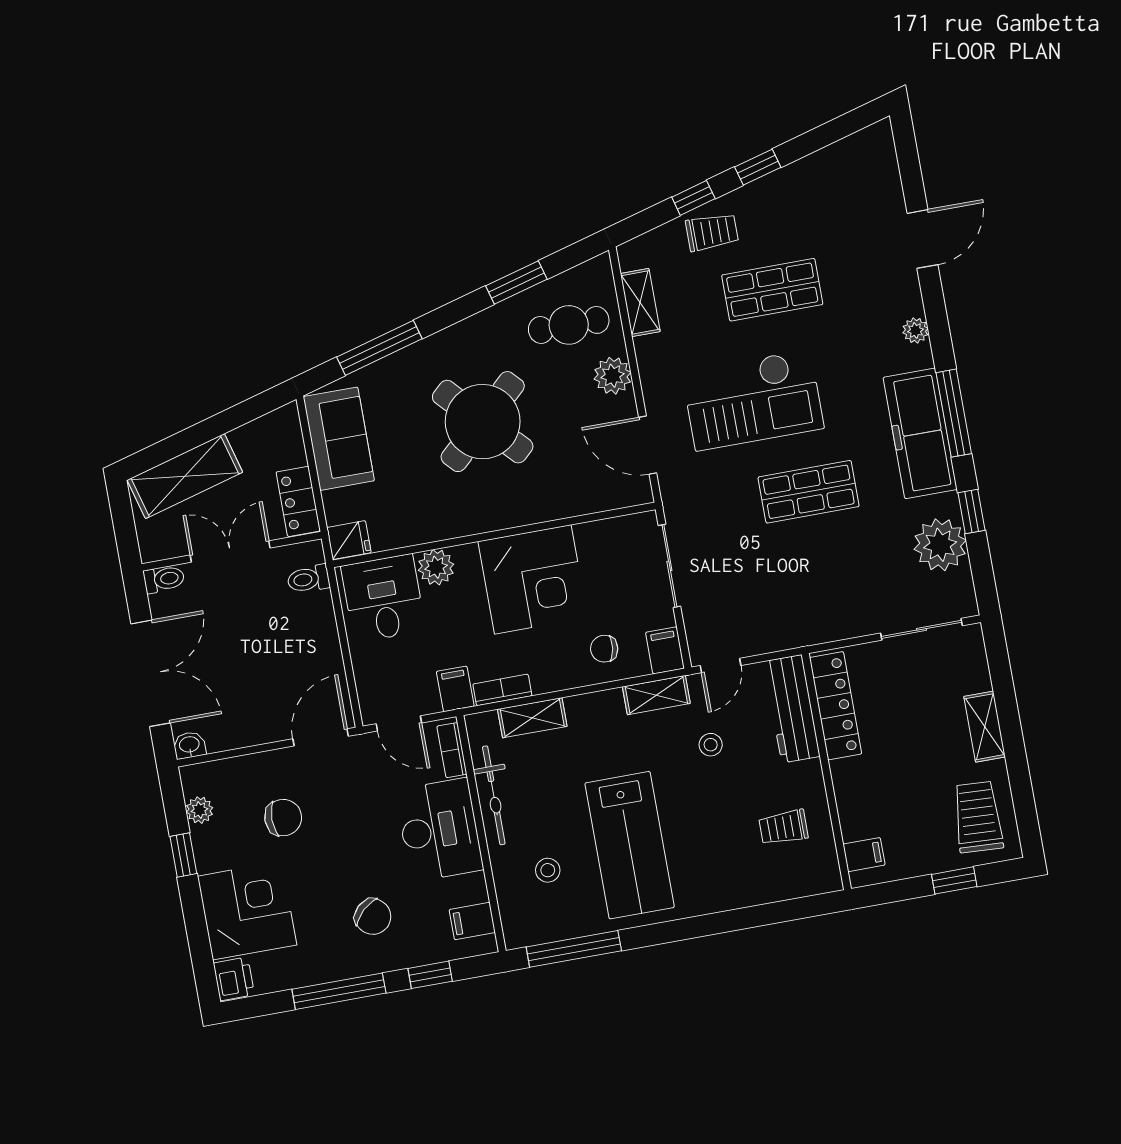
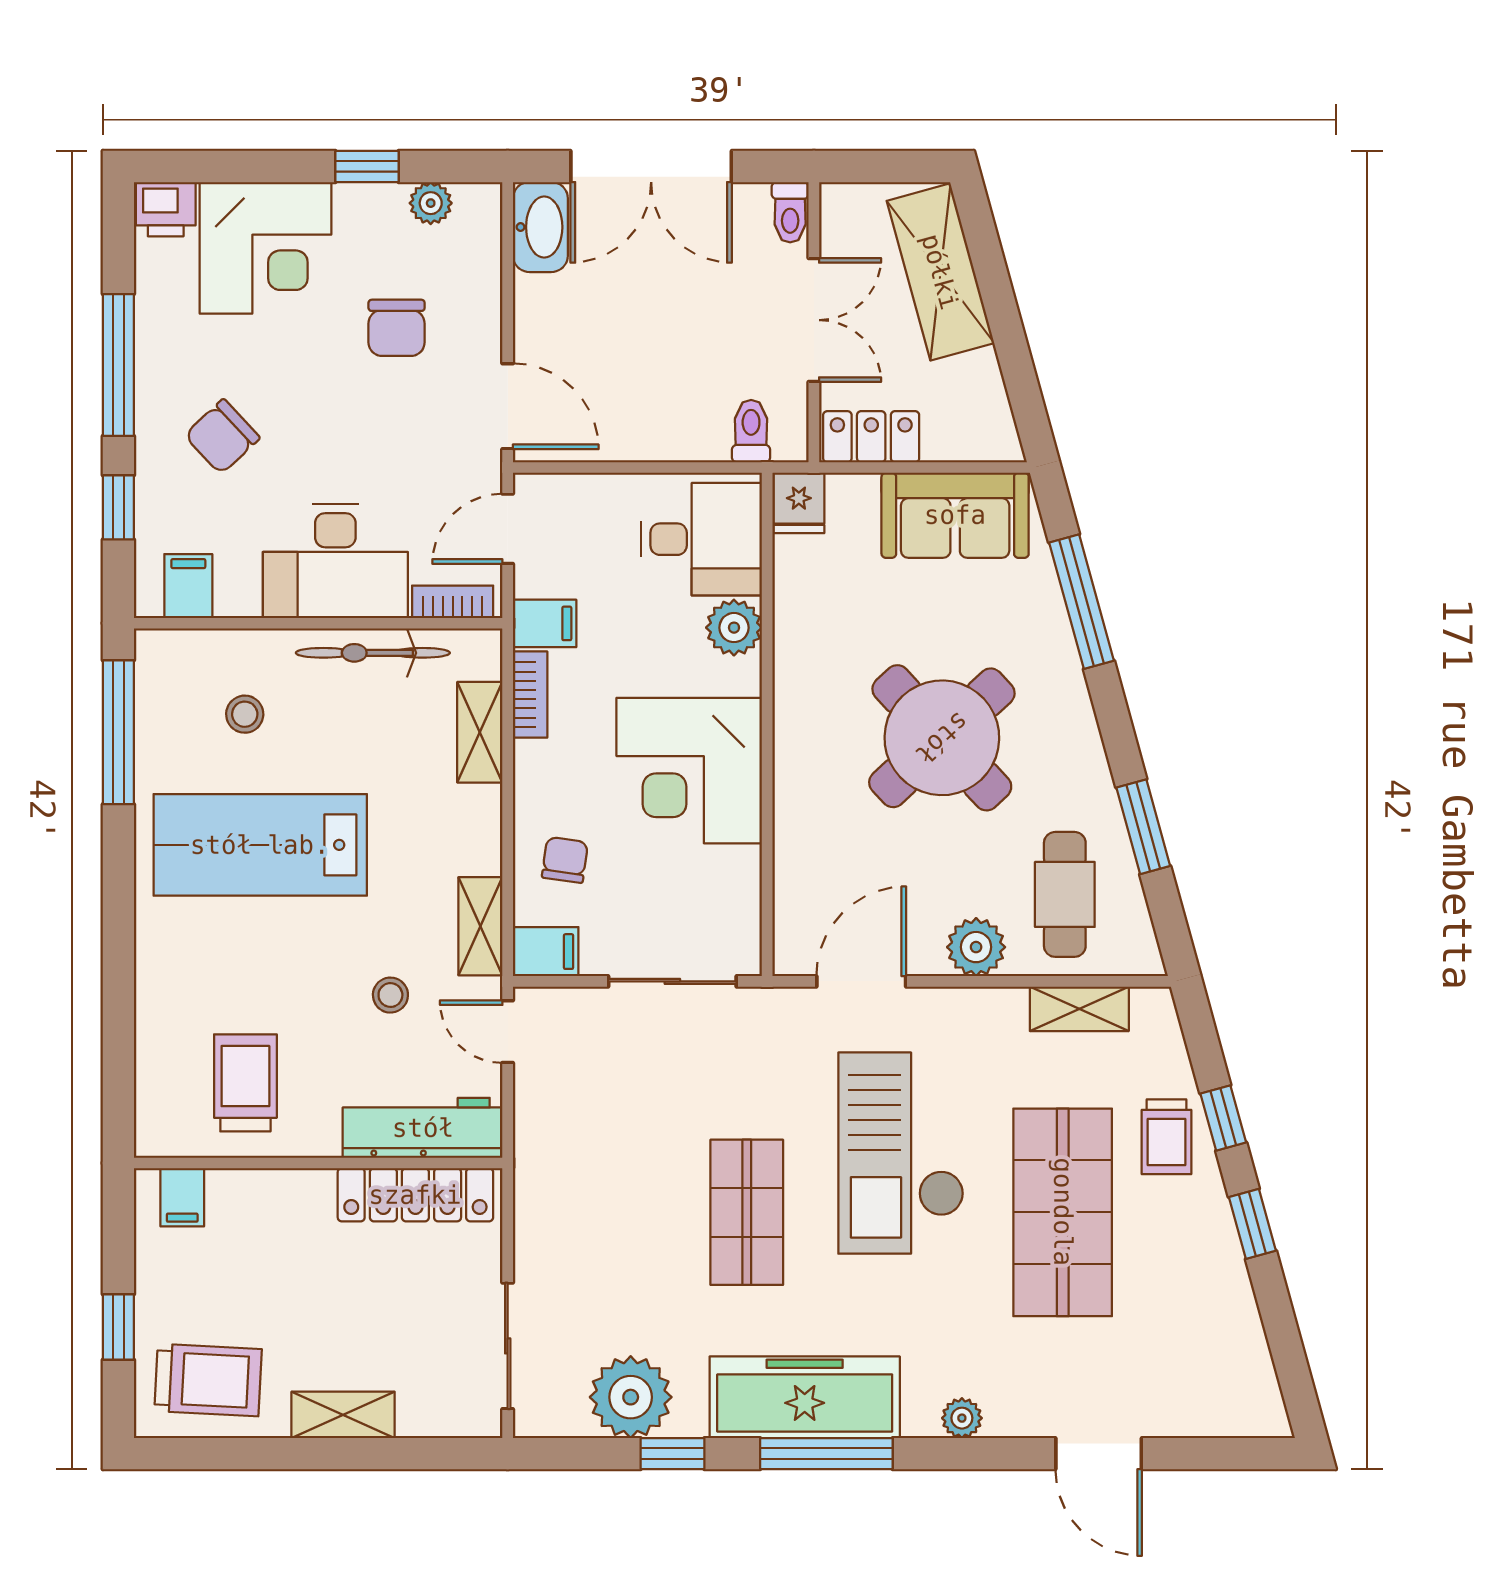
shop shelf: (772, 290) -> (1063, 1212), width x1.43, depth x1.36
washbasin: (189, 745) -> (540, 227), width x1.91, depth x1.45
trolley: (783, 827) -> (245, 1083), width x1.36, depth x1.39

